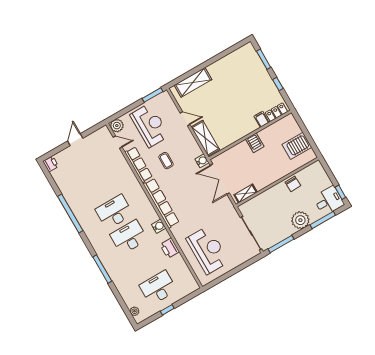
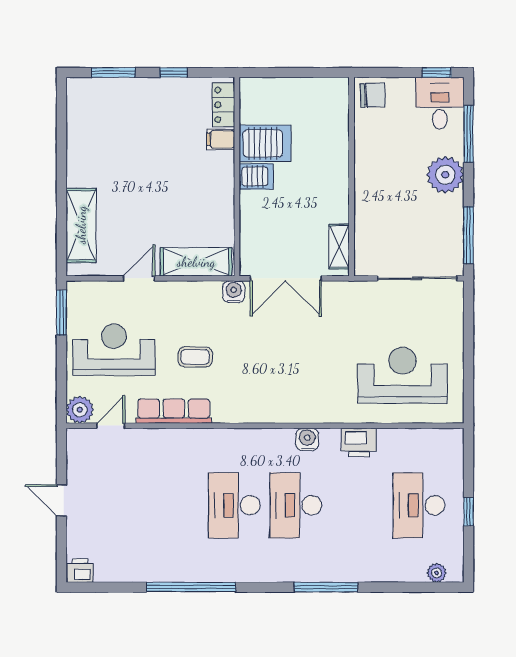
server rack: (297, 146) -> (265, 143), moved, turned -90
chair: (293, 184) -> (373, 95), moved
row of seats: (161, 203) -> (268, 411), removed

